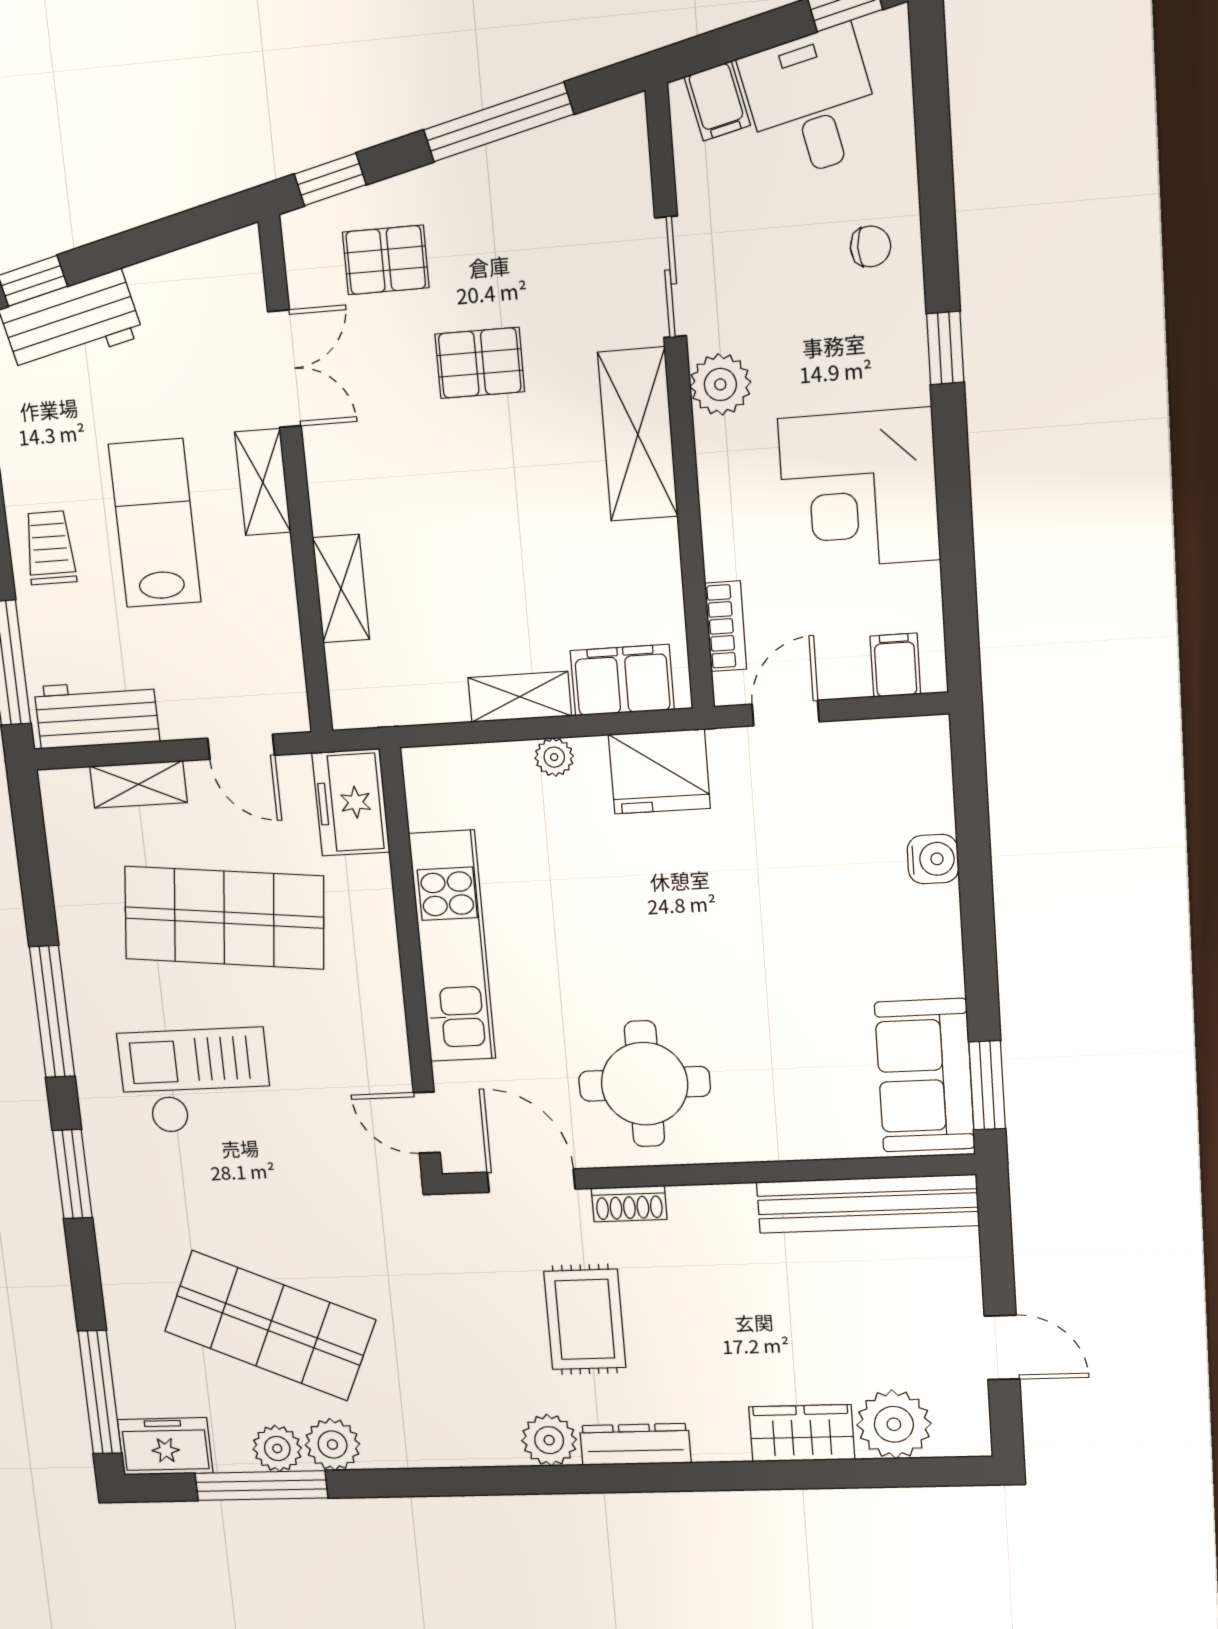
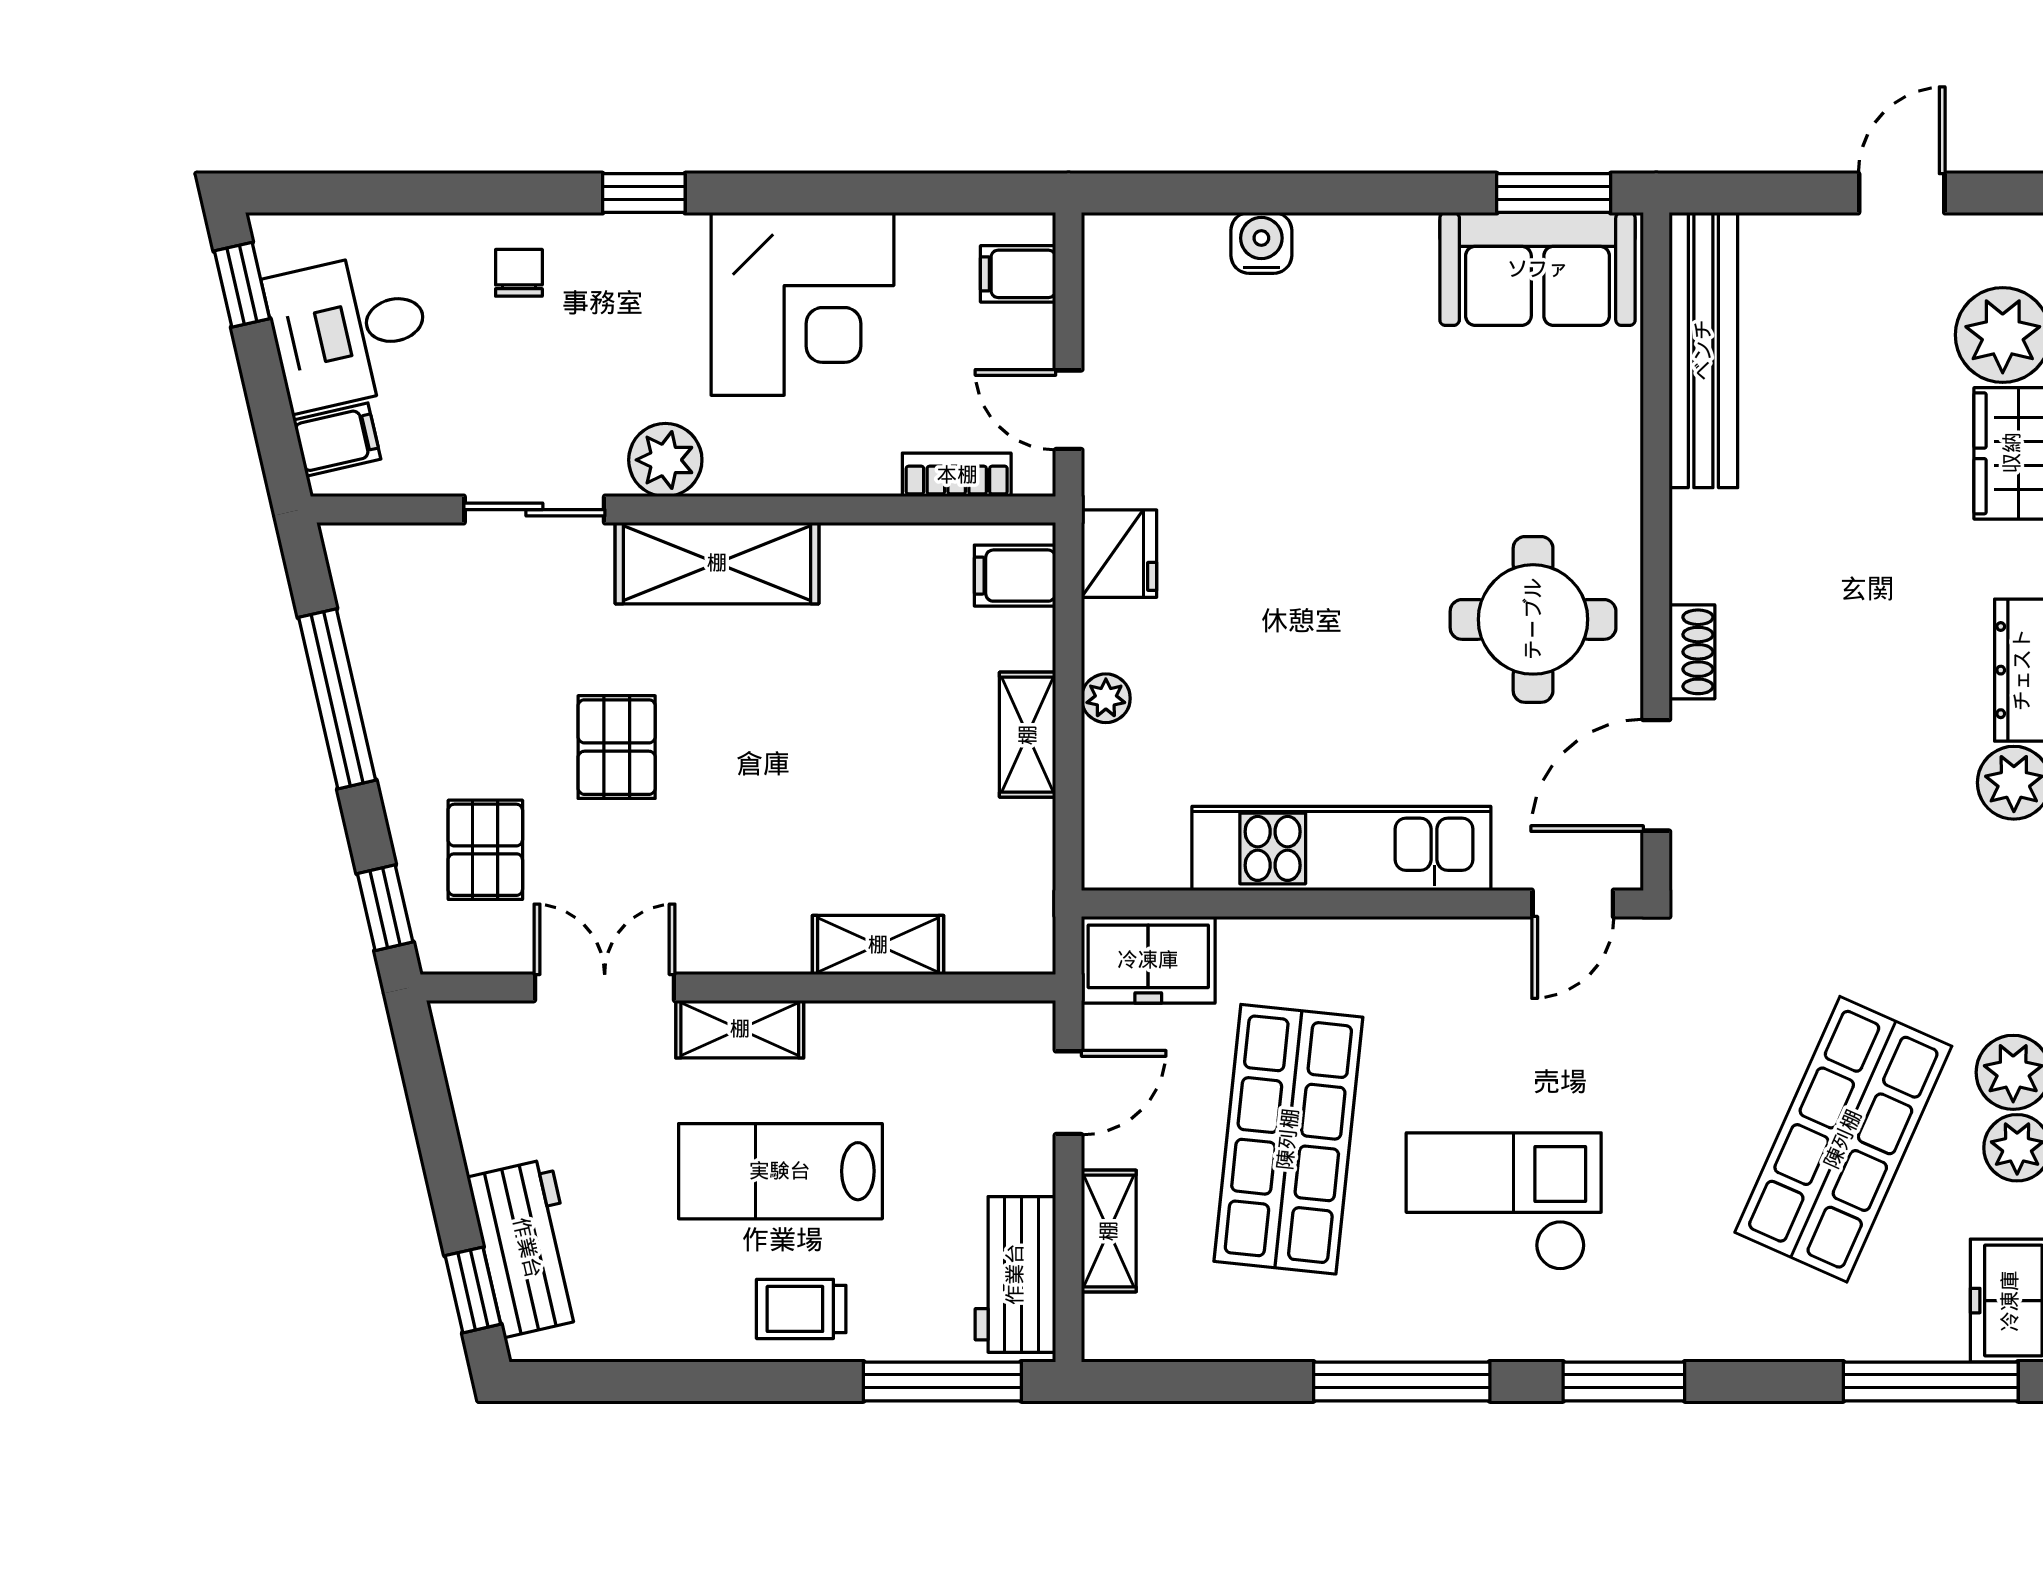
filing cabinet: (622, 680) -> (1015, 576), width x0.50
fridge: (659, 771) -> (1119, 554), width x0.73, depth x0.75
checkout: (195, 1081) -> (1504, 1201), turned 90
rug: (585, 1319) -> (1848, 722), removed

